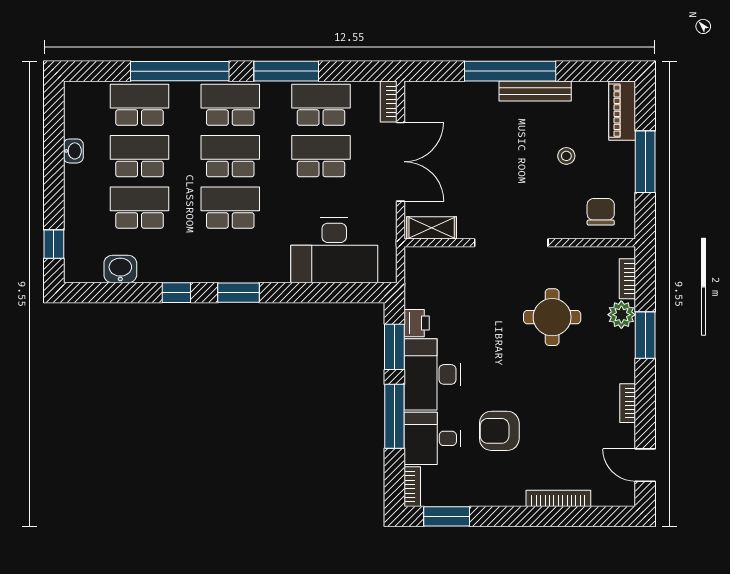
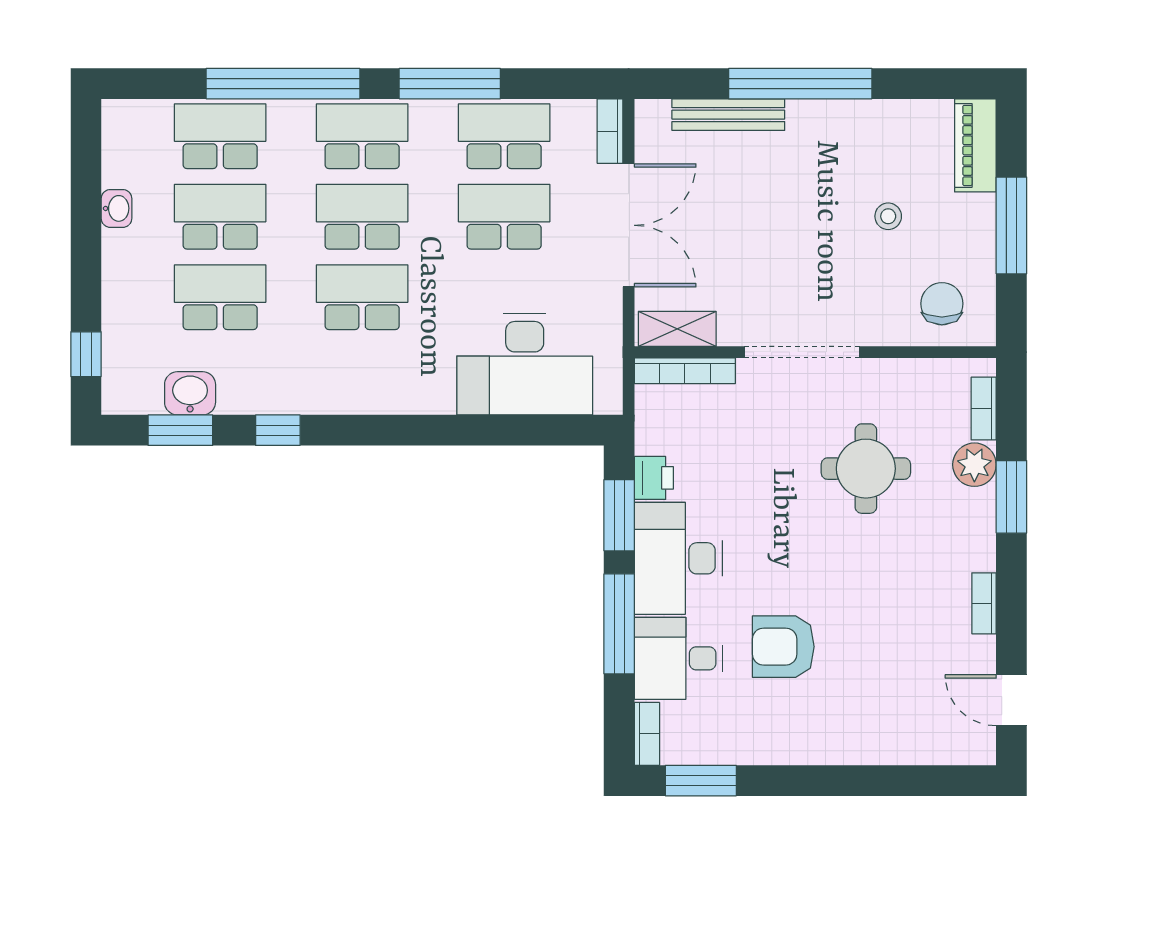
bench: (535, 91) -> (728, 115), moved
window: (238, 293) -> (180, 430), moved
bookcase: (558, 498) -> (685, 371), moved, turned 180

